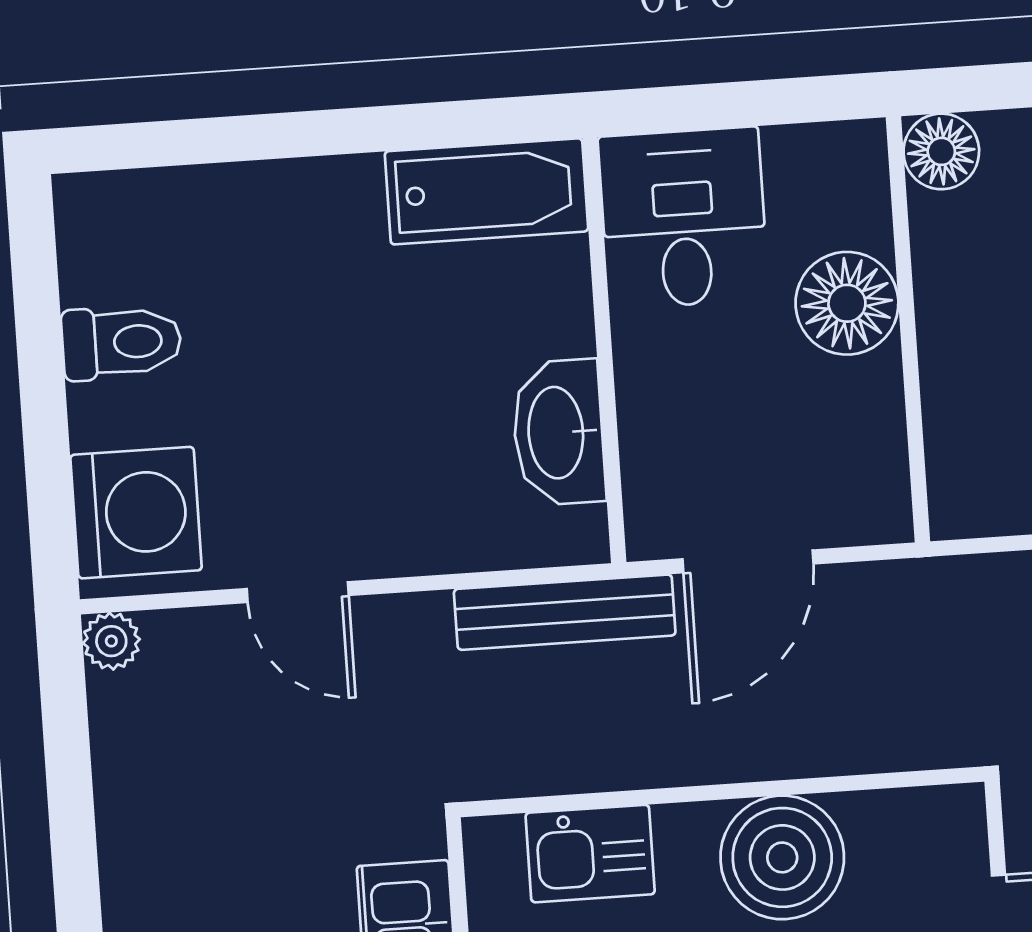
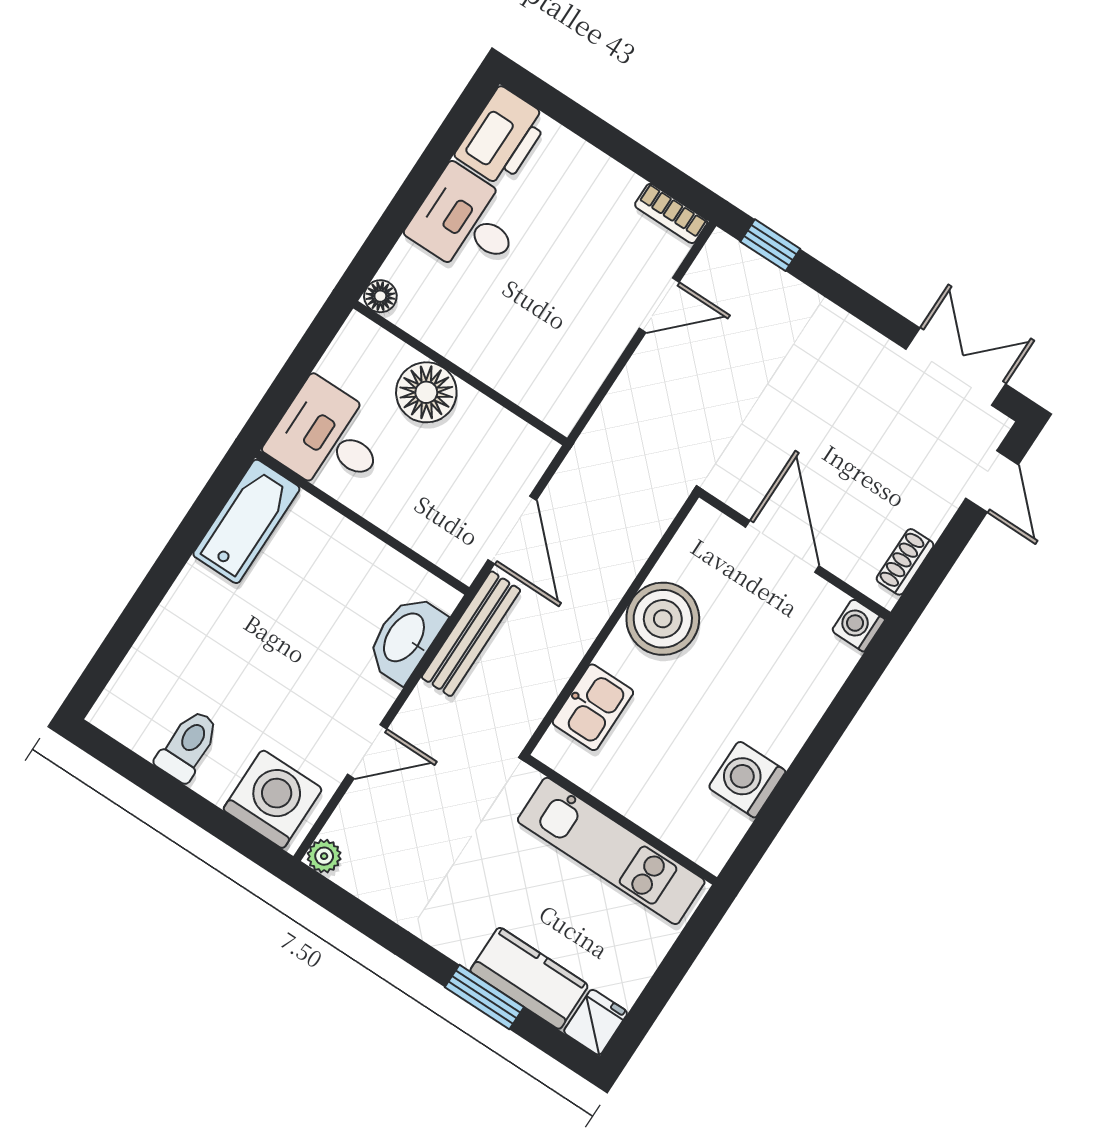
floor lamp: (941, 151) -> (380, 296), width x0.73, depth x0.73
washbasin: (558, 432) -> (405, 638), moved, turned 90

